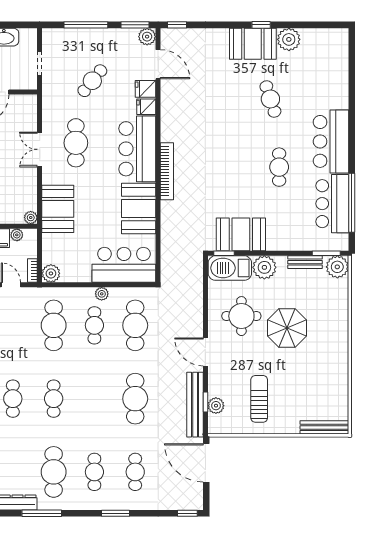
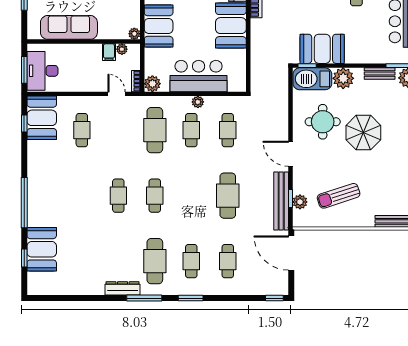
bar counter: (124, 265) -> (199, 76), moved
cafe table: (135, 325) -> (228, 130), width x0.73, depth x0.74
sun lounger: (259, 399) -> (339, 196), turned -108
window: (115, 513) -> (191, 298), moved

